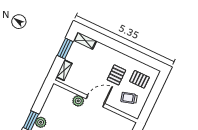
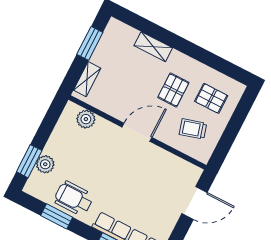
shelving: (85, 41) -> (153, 47), moved
plant: (78, 101) -> (86, 119), moved

